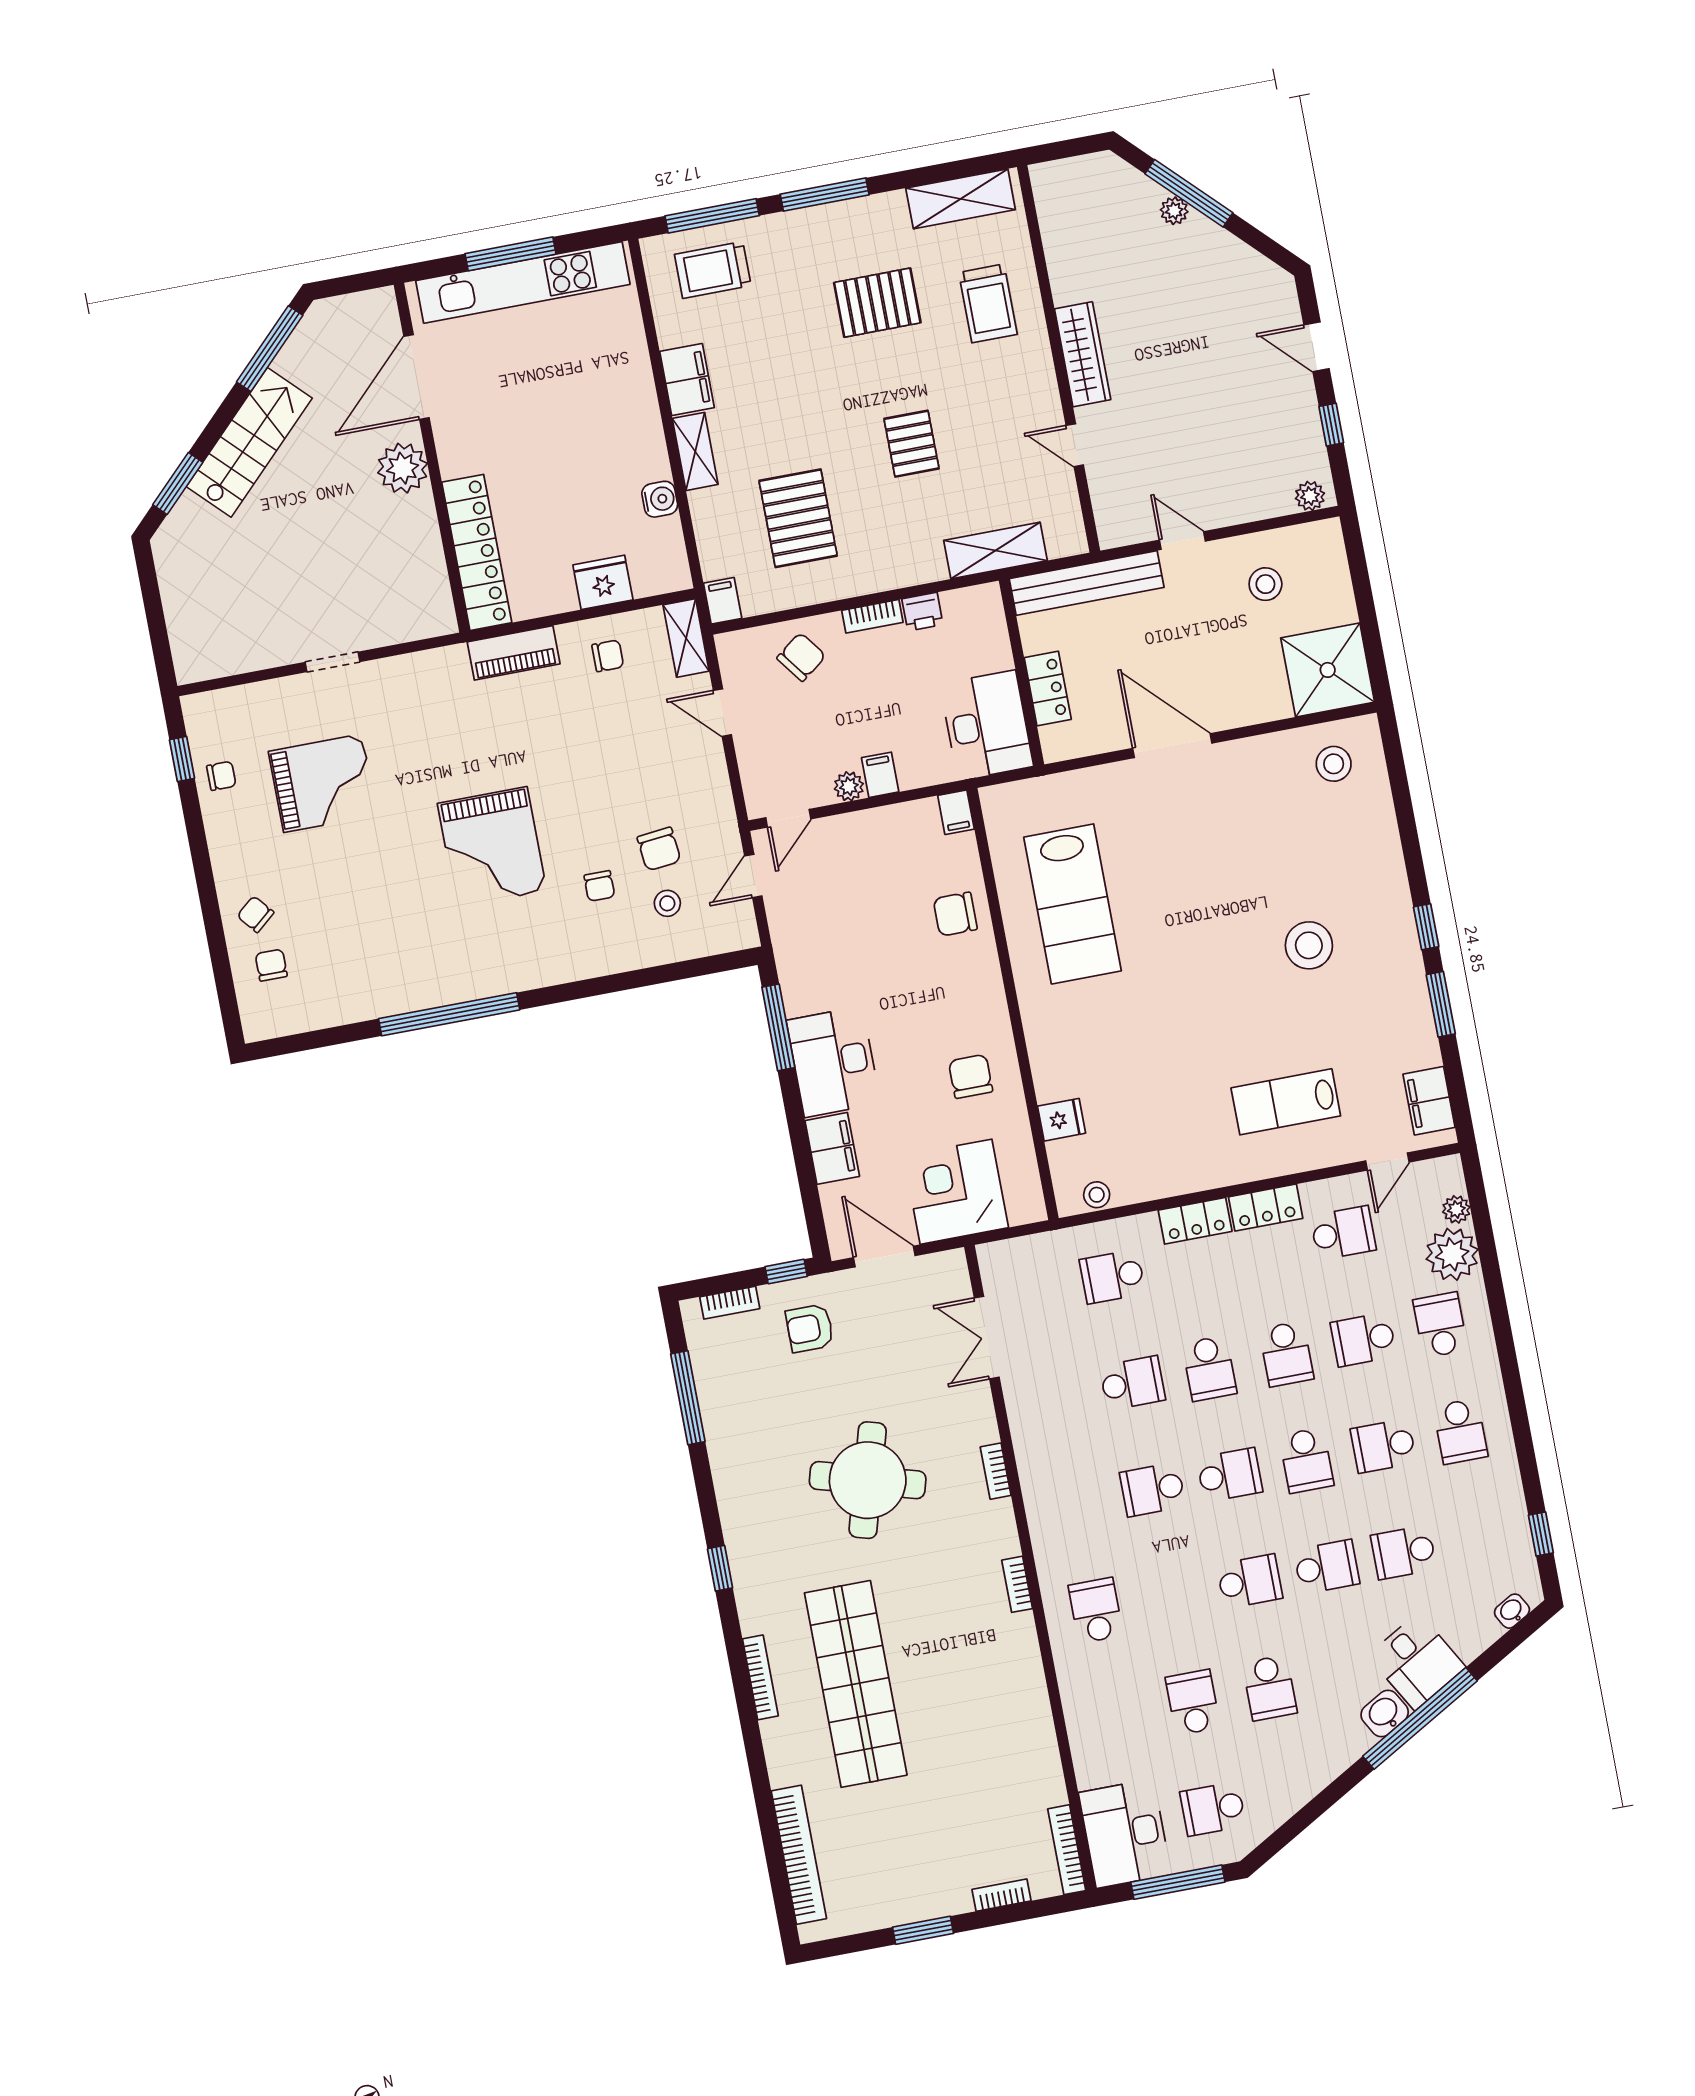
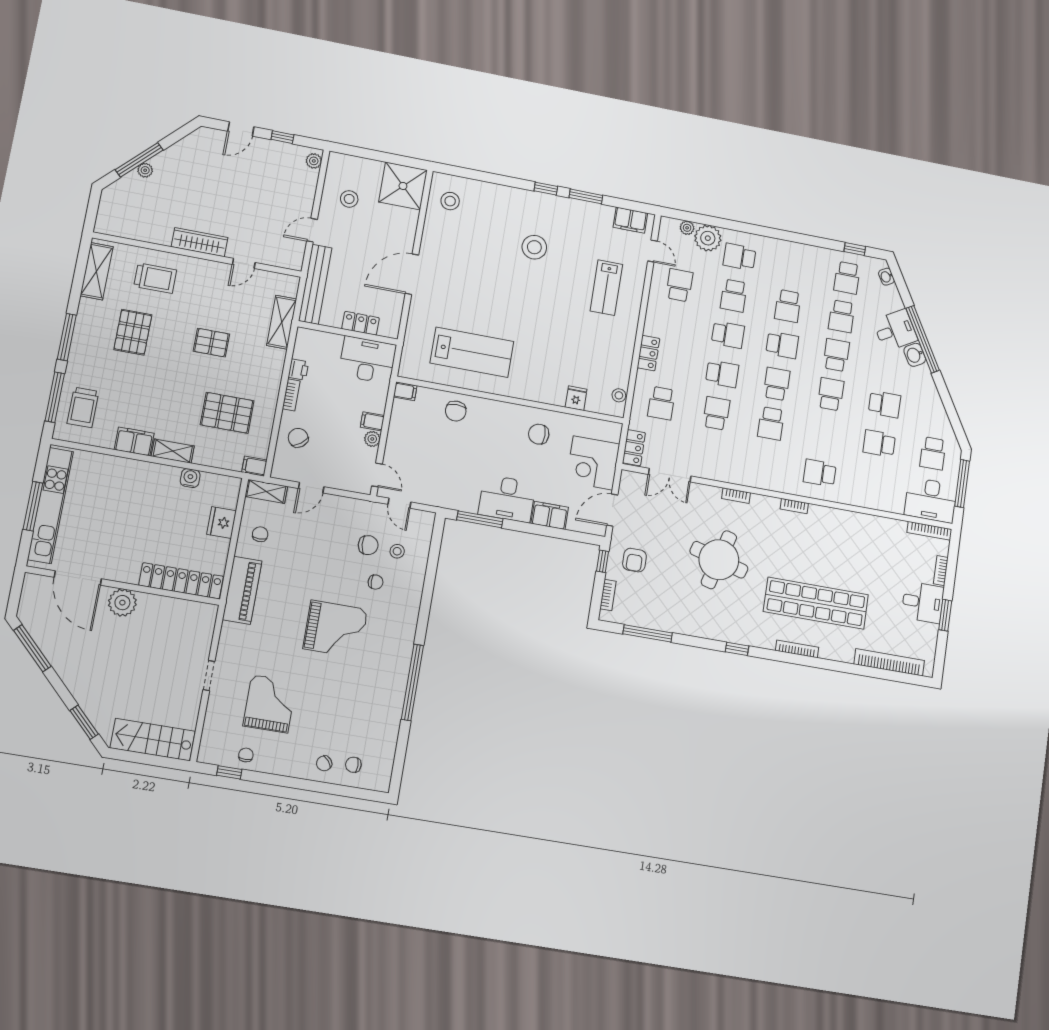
stairs: (249, 442) -> (153, 740), moved, turned -45
piano: (514, 653) -> (242, 590), width x1.37, depth x1.33
locker: (1266, 1208) -> (634, 448), moved
school desk: (1460, 1431) -> (847, 278), moved, turned 90
desk: (931, 1881) -> (923, 602), added

